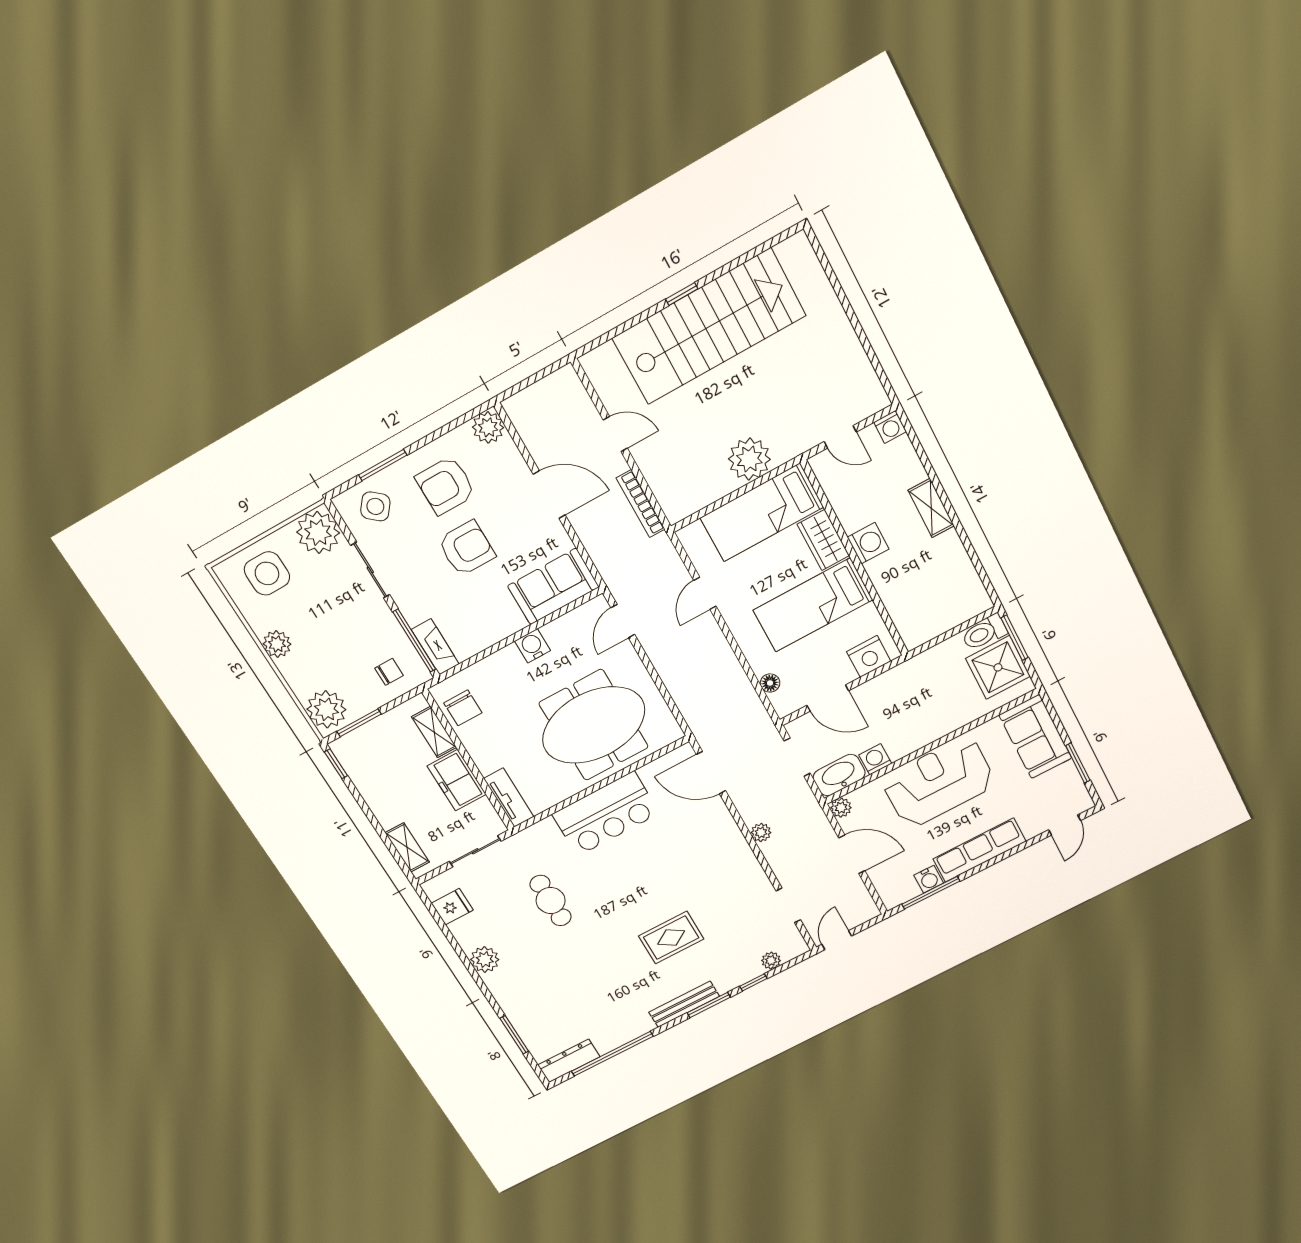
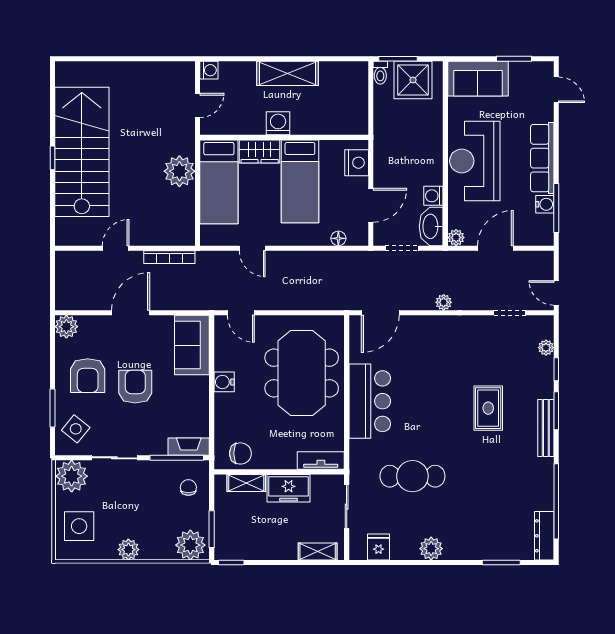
shelving: (931, 508) -> (288, 73), width x1.50, depth x1.33
toilet: (984, 632) -> (380, 73), width x0.73, depth x0.72
cafe table: (551, 901) -> (412, 476), width x1.37, depth x1.35

